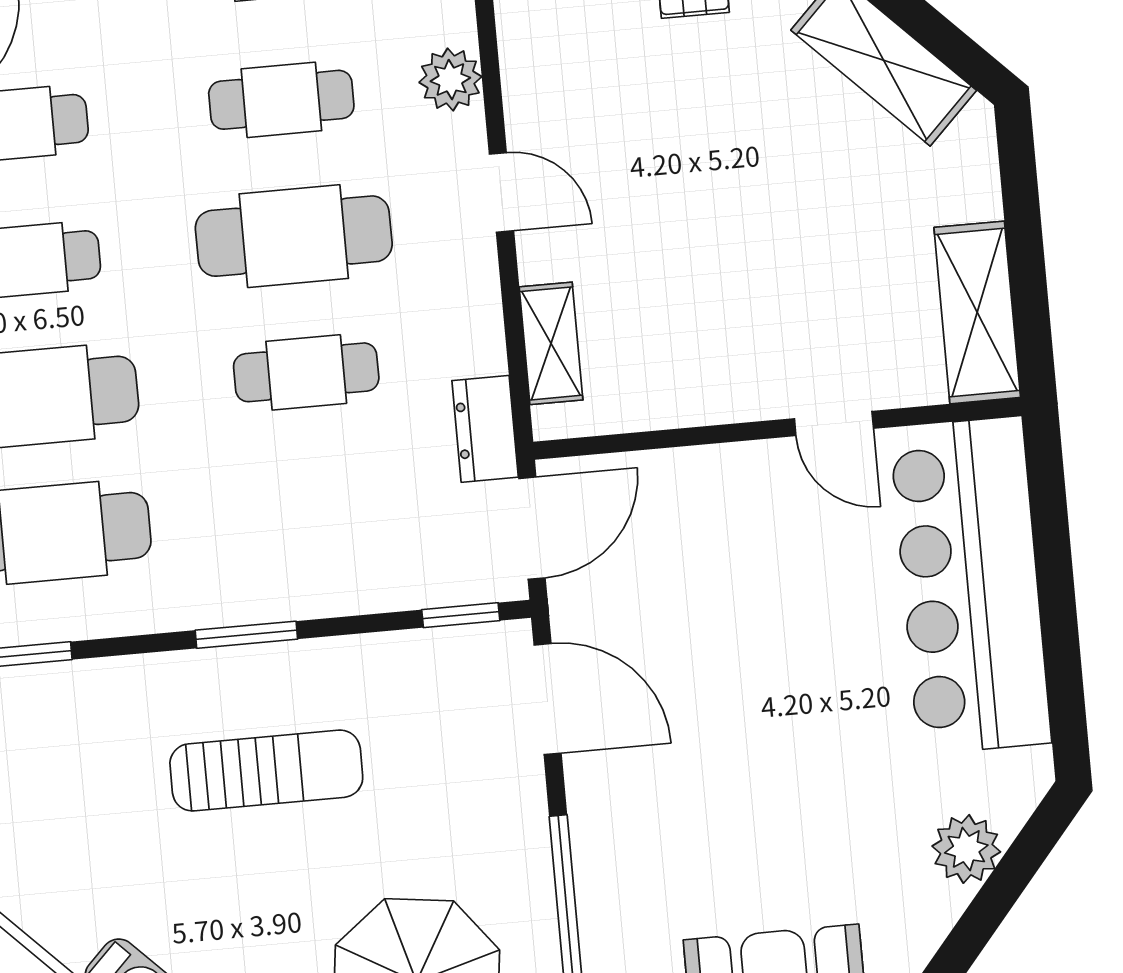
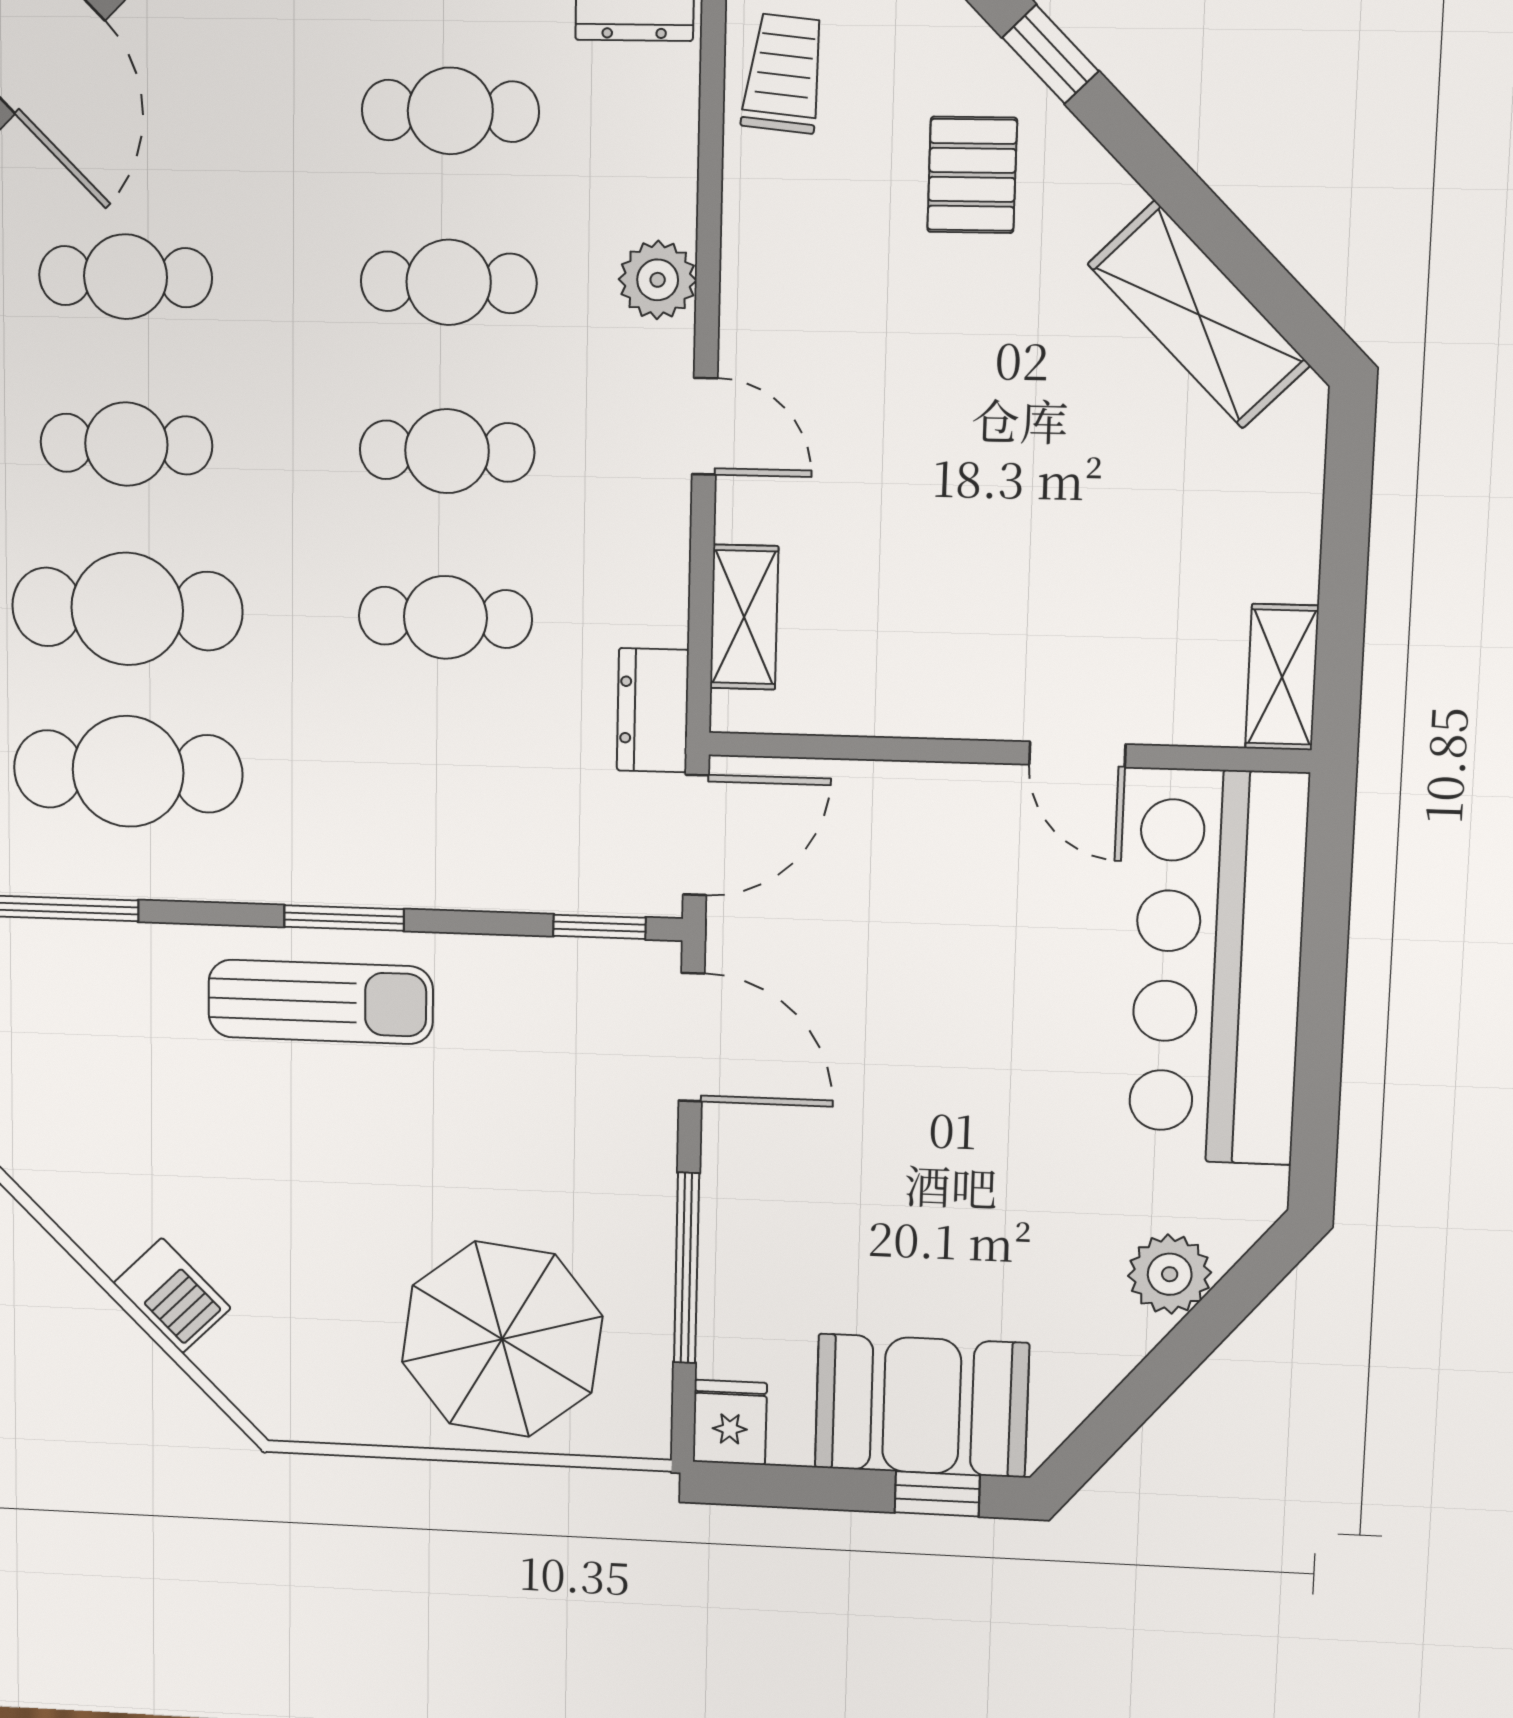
cafe table: (294, 236) -> (447, 451), width x0.73, depth x0.74
shelving: (977, 312) -> (1282, 677), width x0.67, depth x0.75
sun lounger: (266, 771) -> (321, 1002), moved

